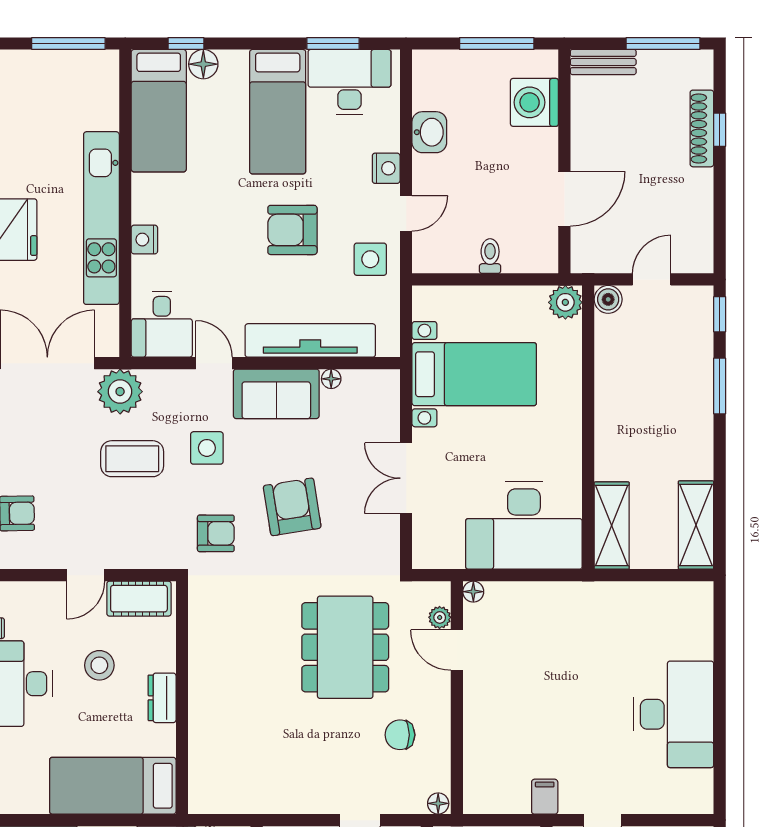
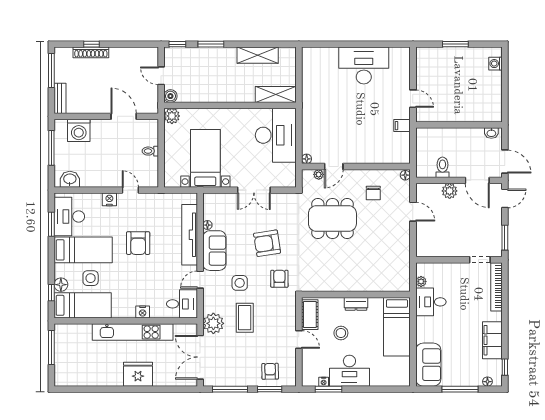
washbasin: (429, 132) -> (70, 179), moved
side table: (370, 259) -> (91, 278), moved
shelving: (696, 525) -> (258, 55), moved

